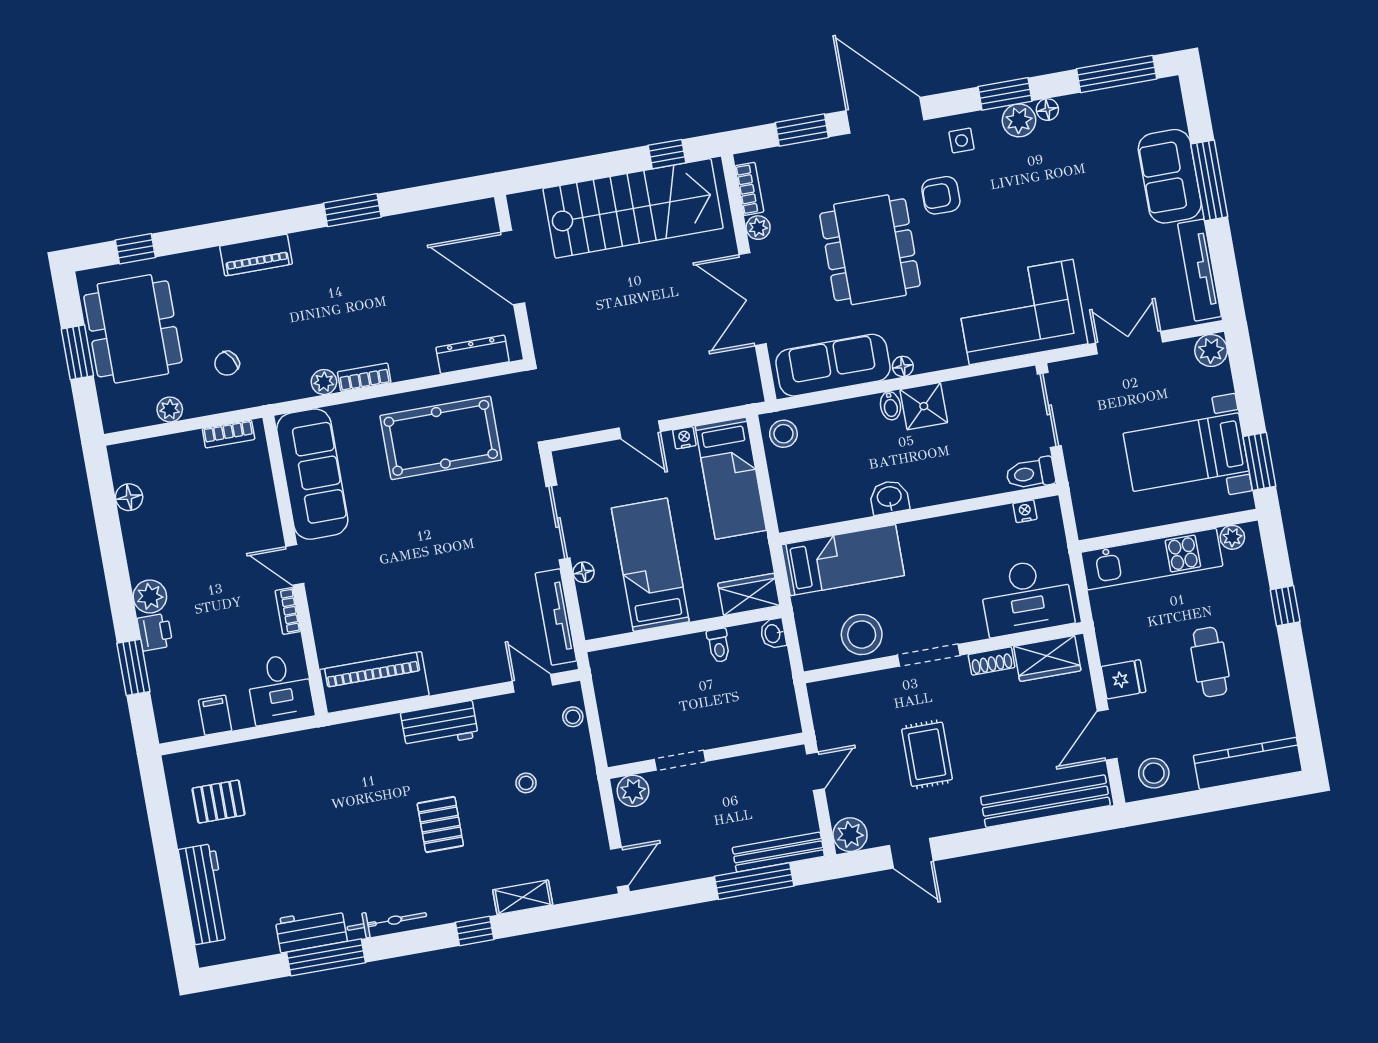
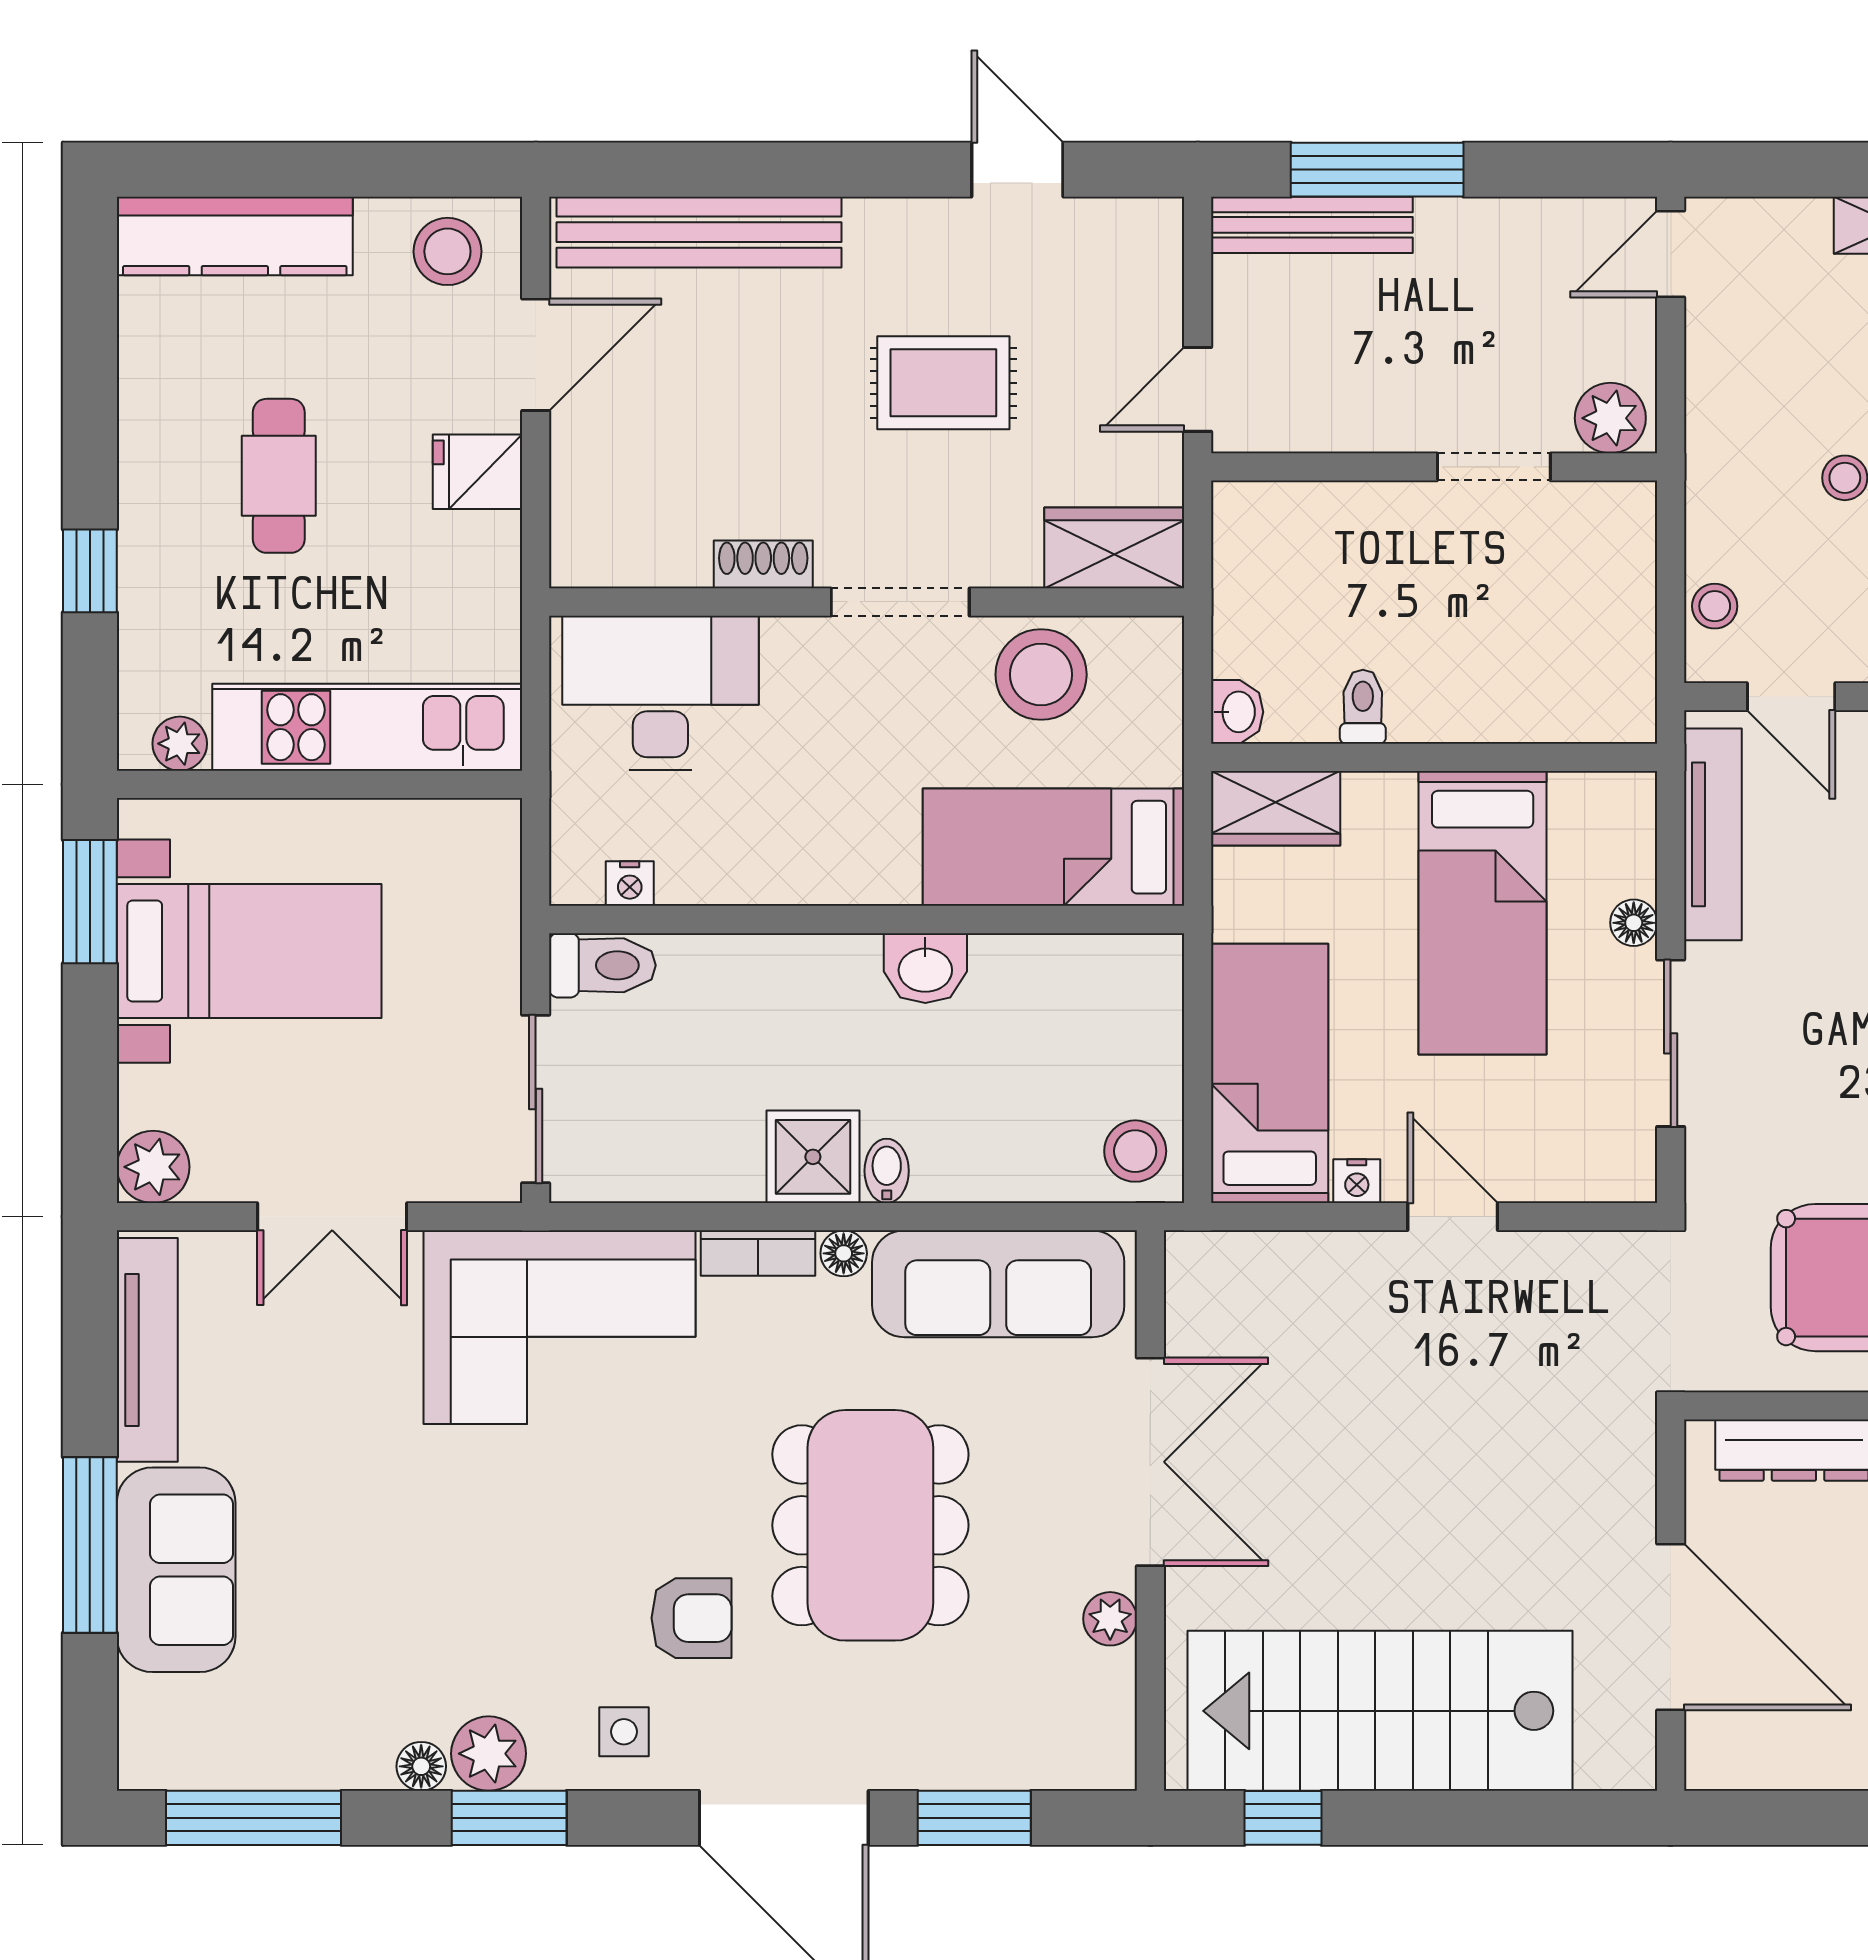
bookcase: (749, 189) -> (758, 1253), moved, turned -90
wardrobe: (1047, 658) -> (1114, 548), moved
rug: (927, 754) -> (943, 383), turned 90
plant: (850, 835) -> (1146, 235), removed

